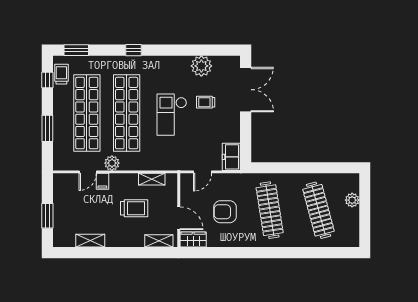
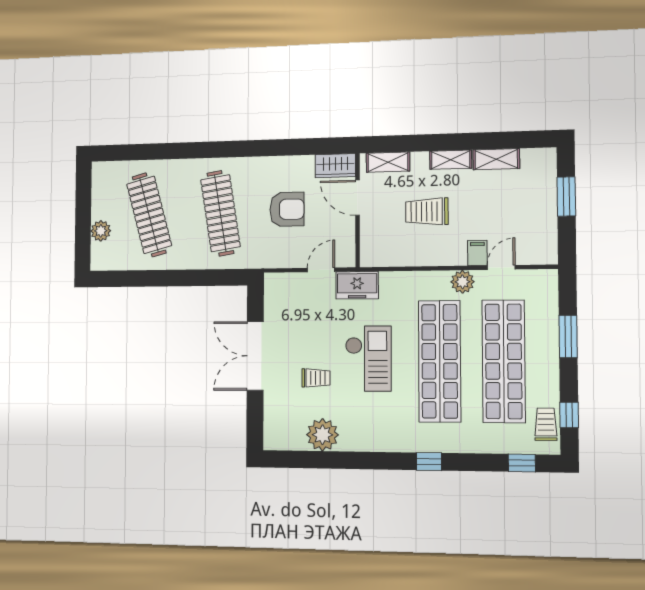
window: (76, 50) -> (522, 463), width x0.67
trolley: (61, 74) -> (546, 424), turned 180
double door: (246, 90) -> (255, 356), moved
freezer: (231, 157) -> (357, 285), moved, turned 90
shelving: (152, 179) -> (451, 160), moved

